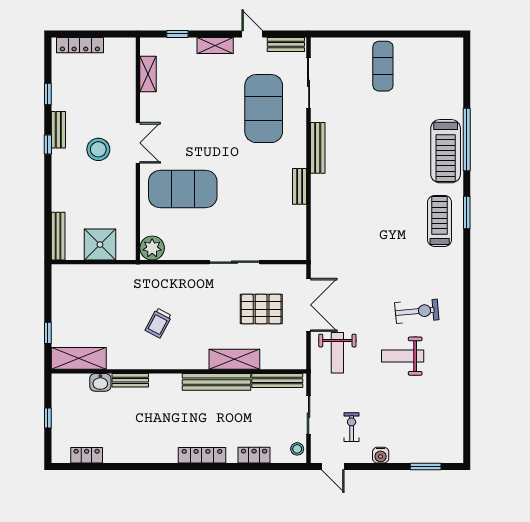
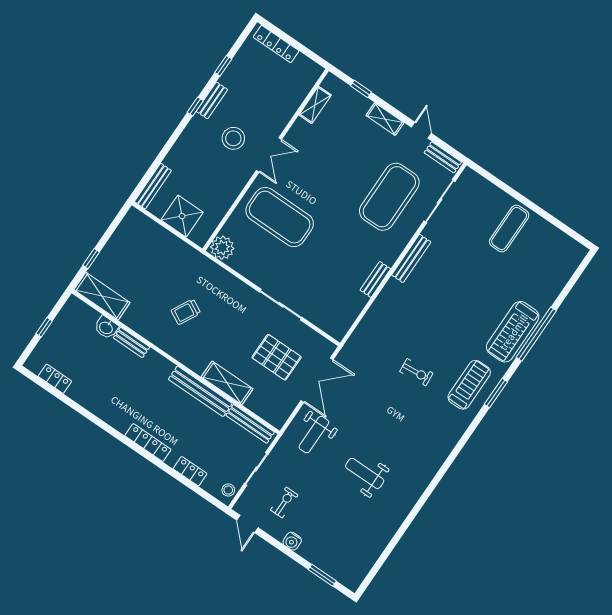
exercise bike: (417, 311) -> (416, 372), moved, width x0.73, depth x0.72

